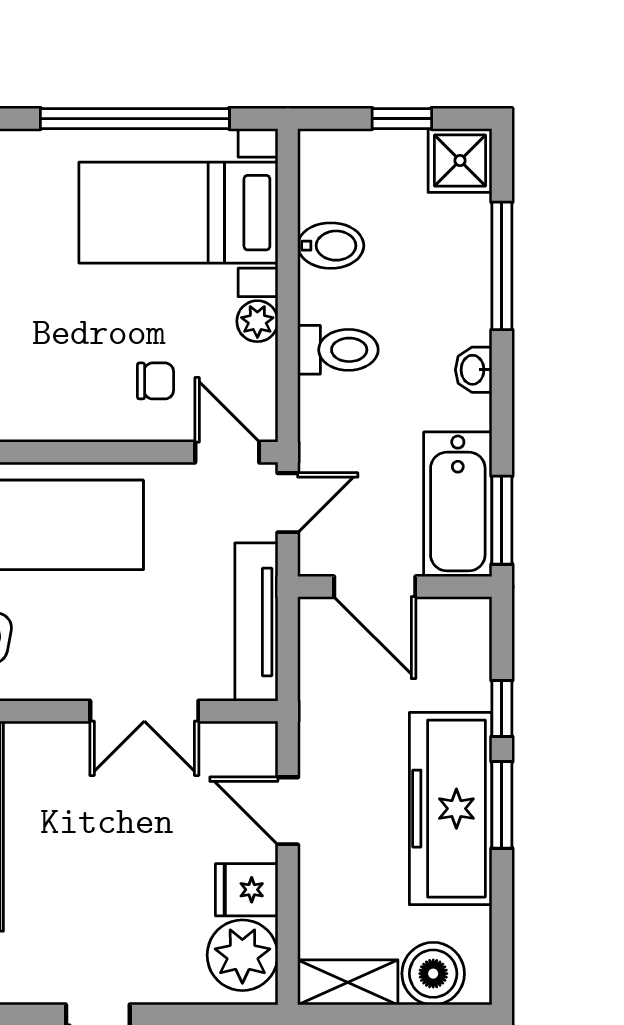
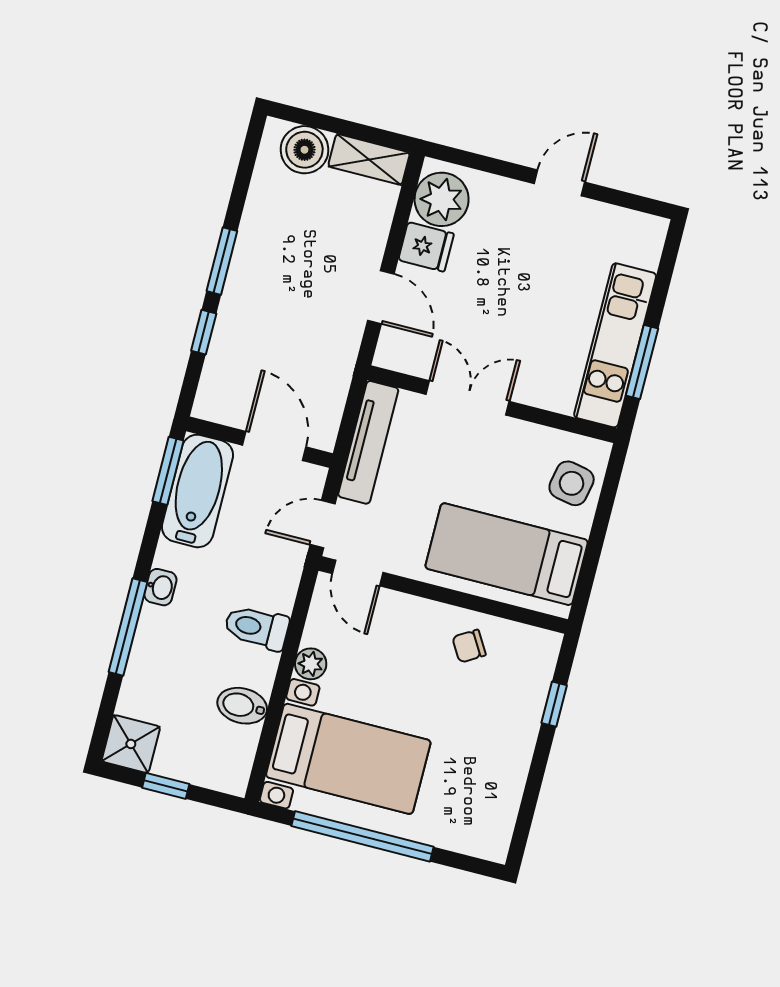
window: (502, 266) -> (128, 627), moved
chair: (155, 381) -> (469, 646), moved, turned -31
freezer: (451, 809) -> (260, 268), removed

